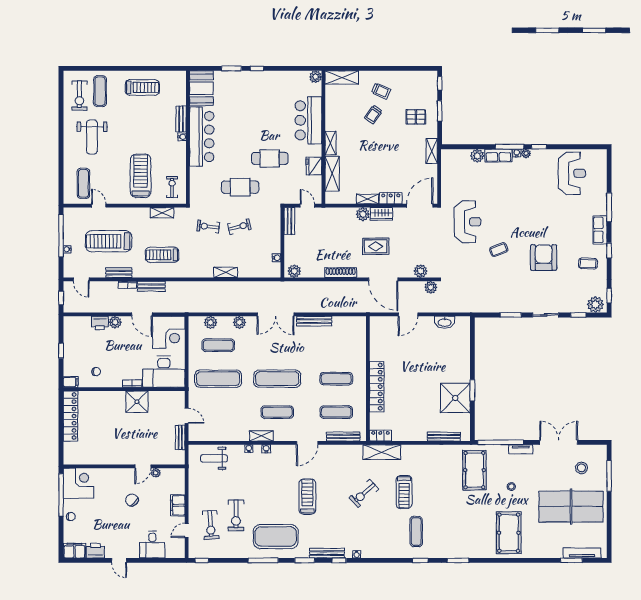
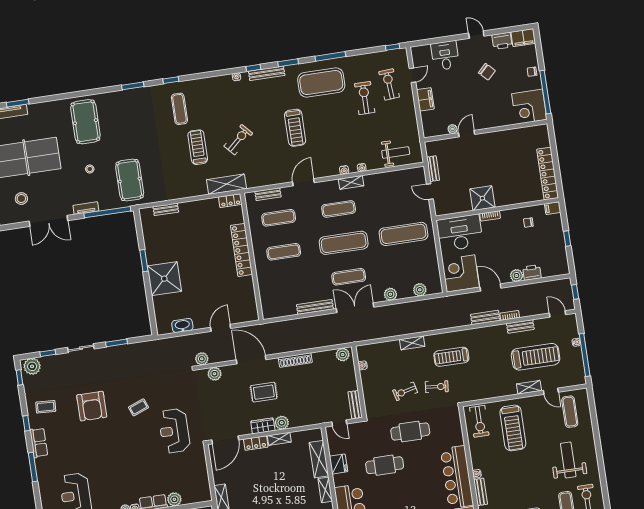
exercise bike: (172, 187) -> (479, 421), width x1.38, depth x1.39
shelving: (162, 213) -> (529, 387), moved
treadmill: (162, 255) -> (451, 357), moved, turned 180
exercise mat: (218, 345) -> (349, 277), moved
shower: (455, 398) -> (164, 279), moved
bench: (343, 437) -> (268, 194), width x0.73
bench: (444, 437) -> (166, 209), width x0.73
chair: (132, 500) -> (487, 72), moved

